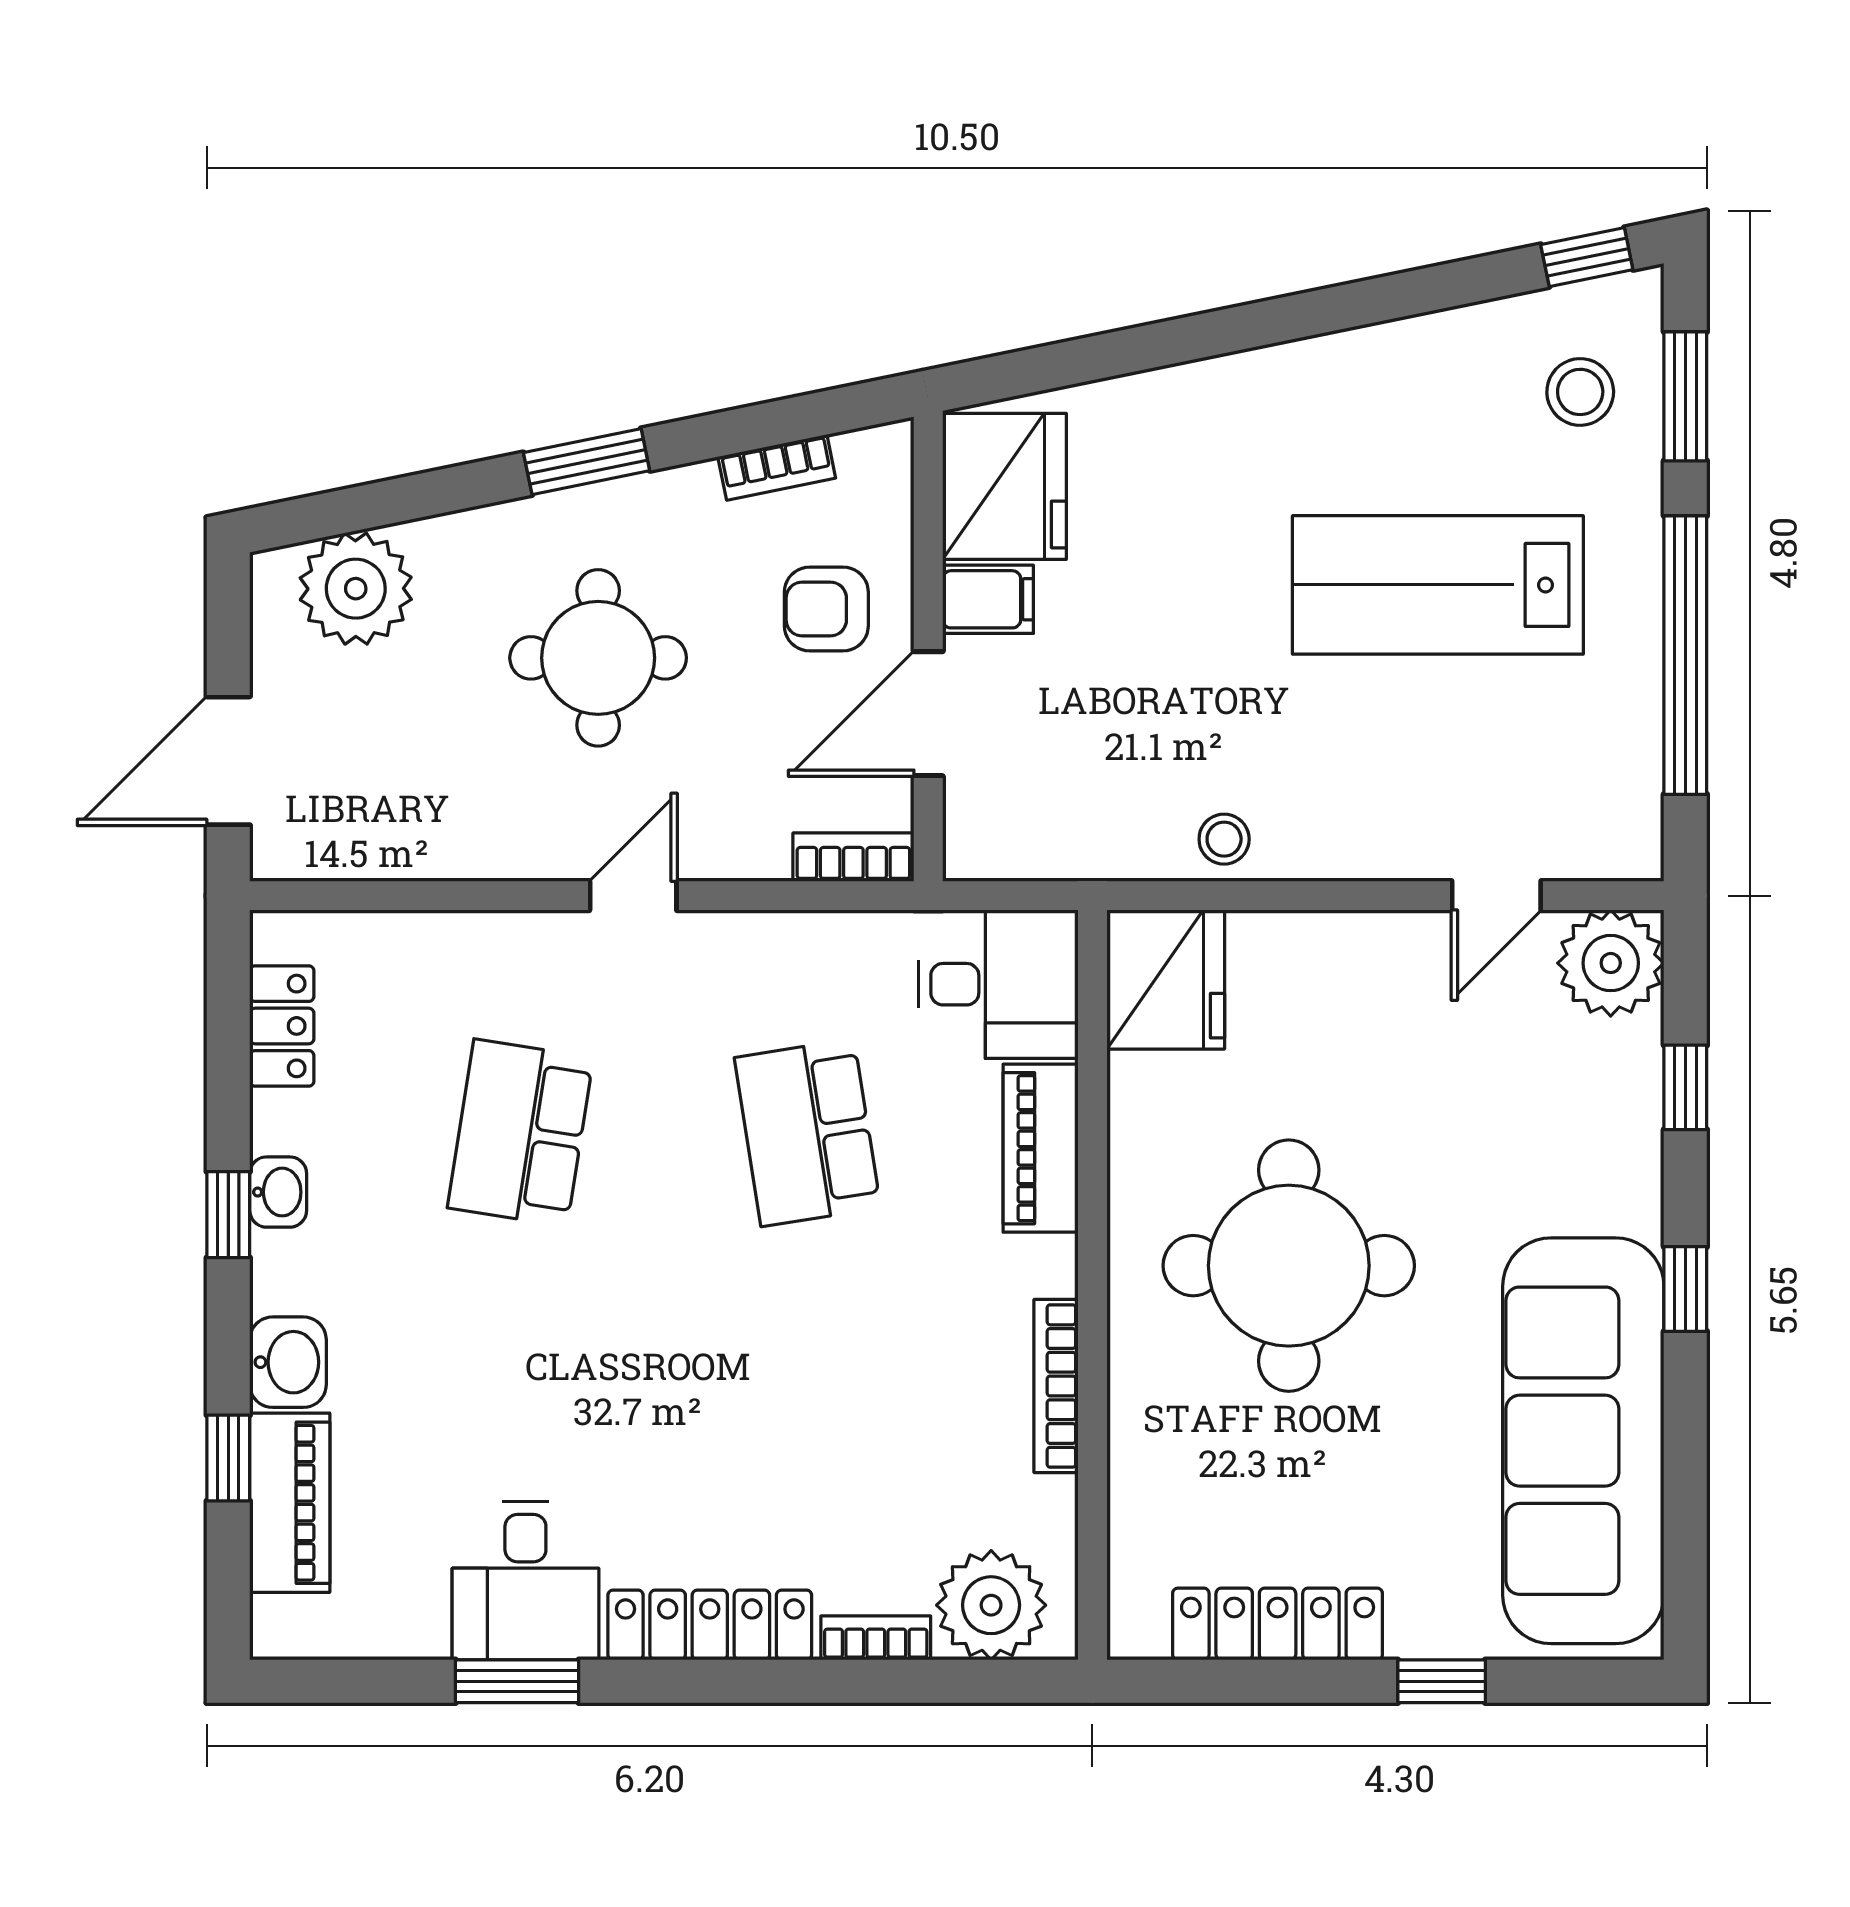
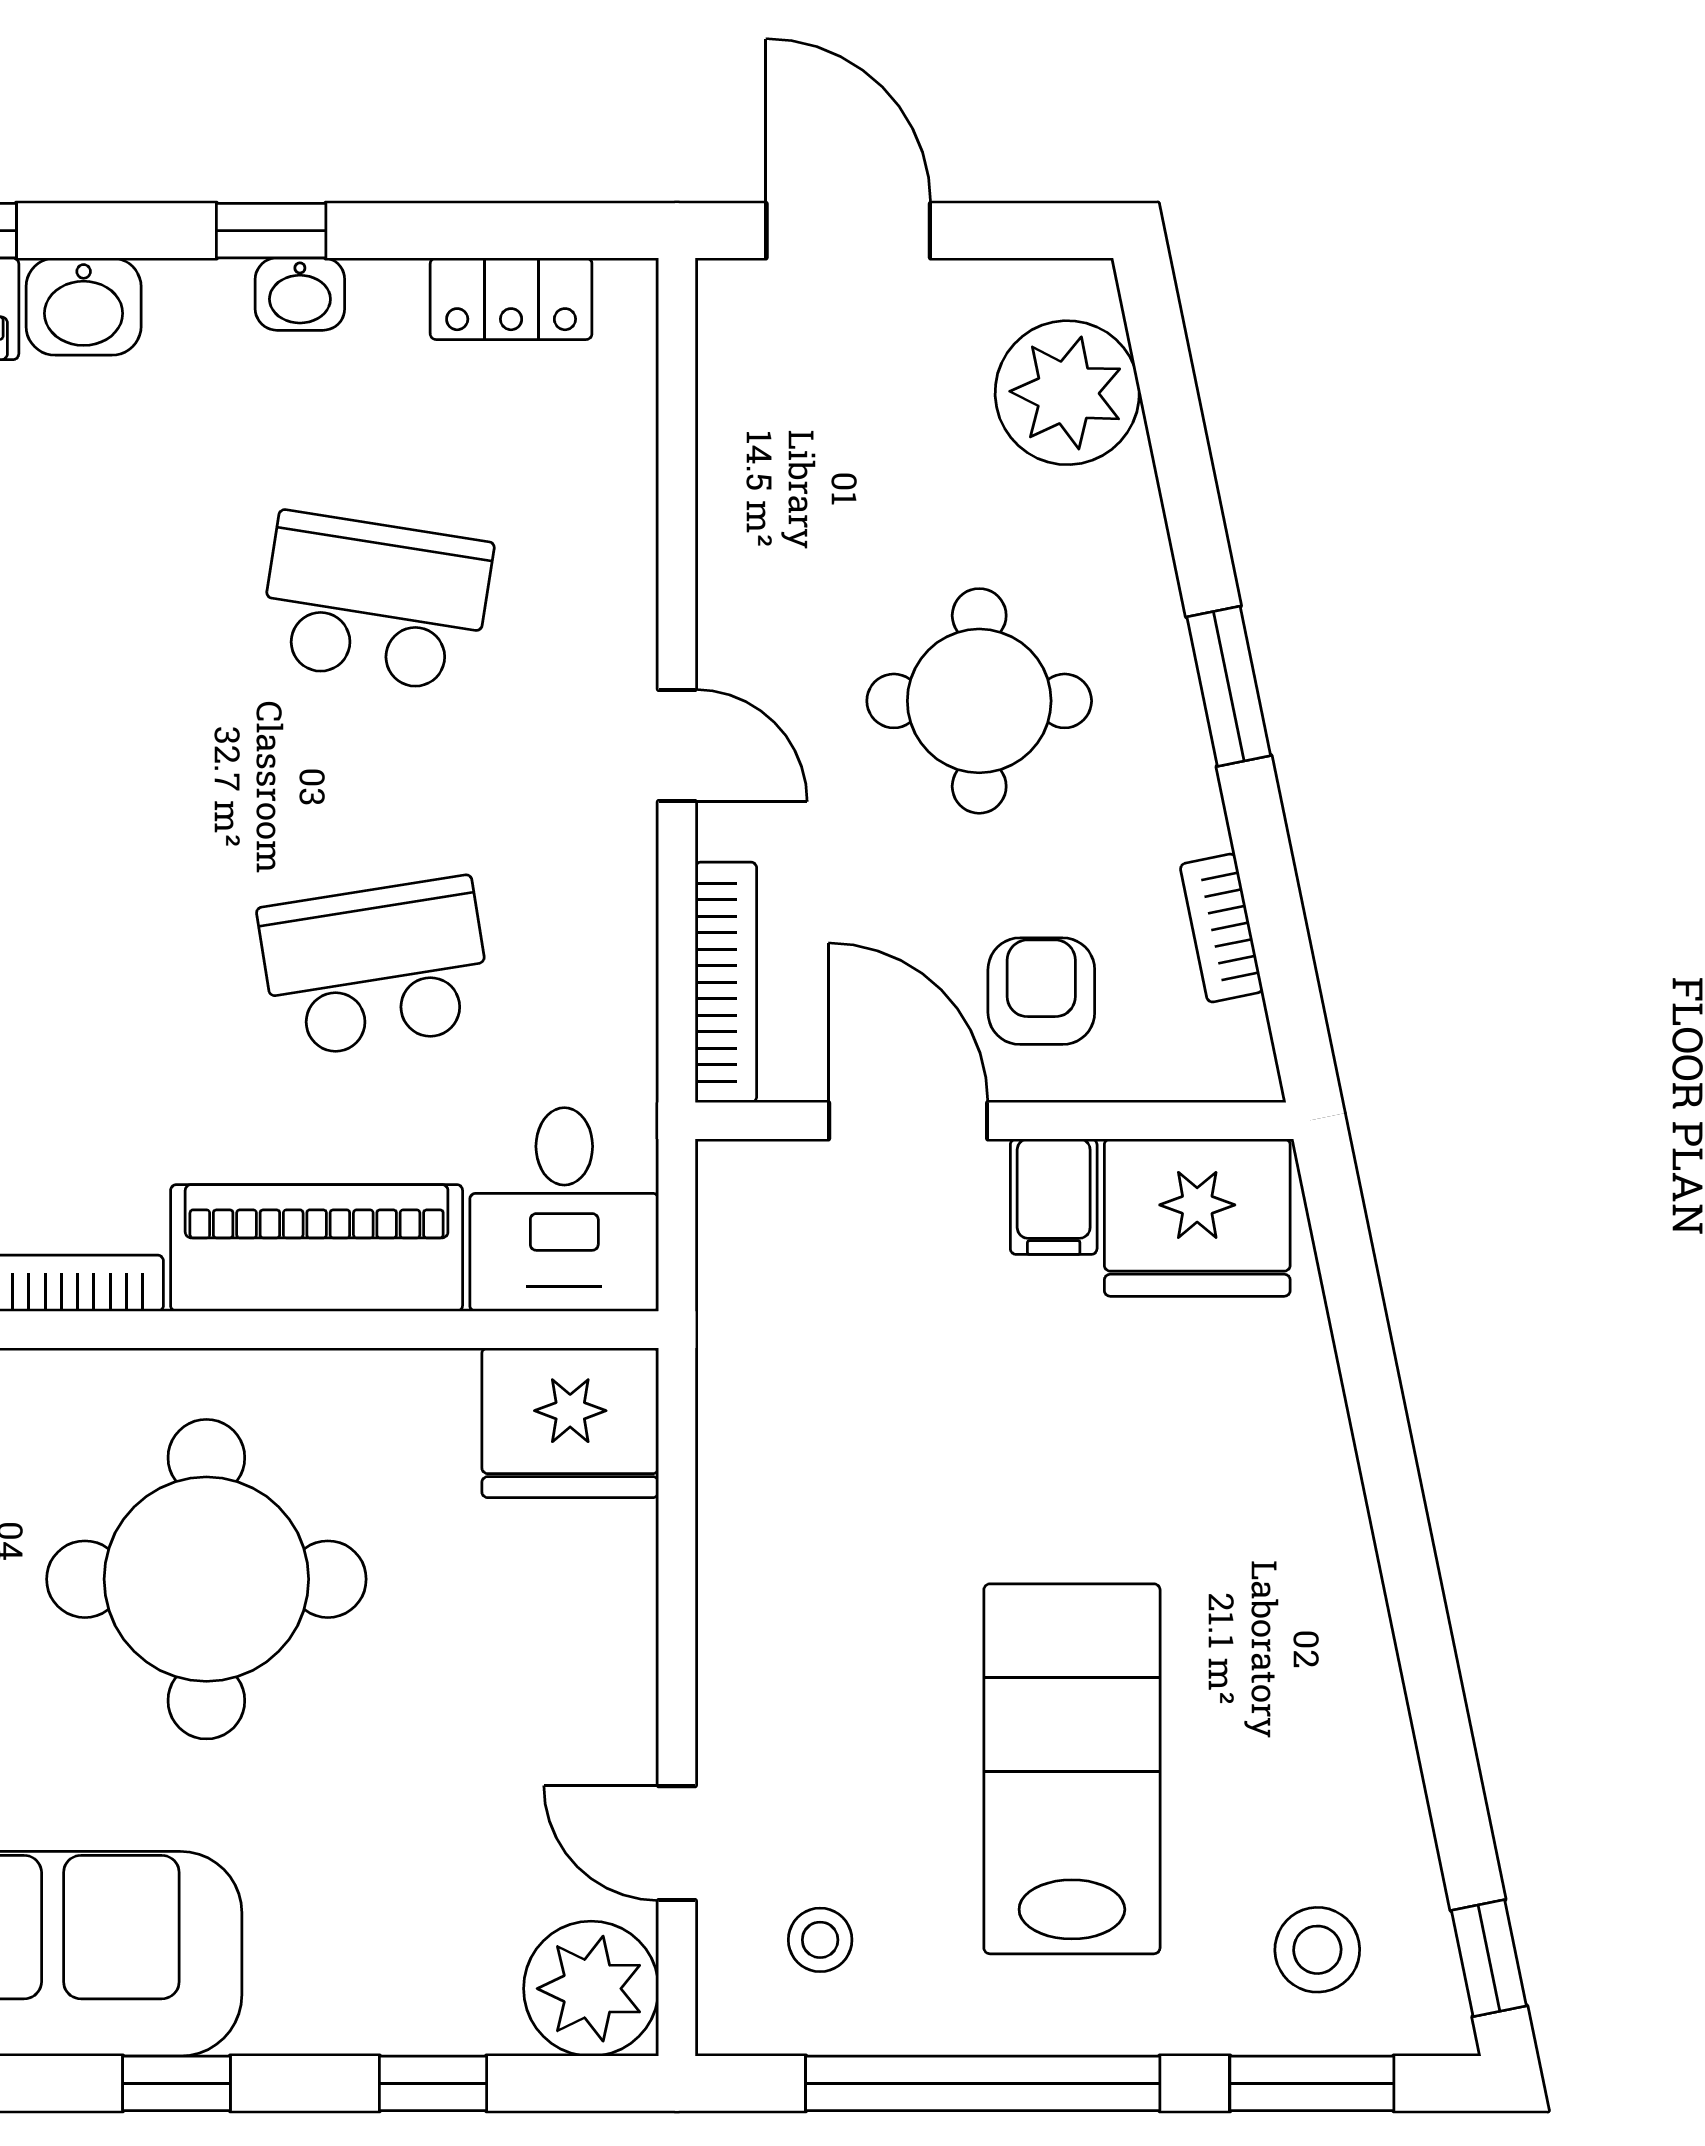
stool: (1224, 839) -> (820, 1940), moved
bookcase: (853, 857) -> (726, 982), width x1.56
piano: (1041, 1148) -> (317, 1248), width x1.37, depth x1.33

